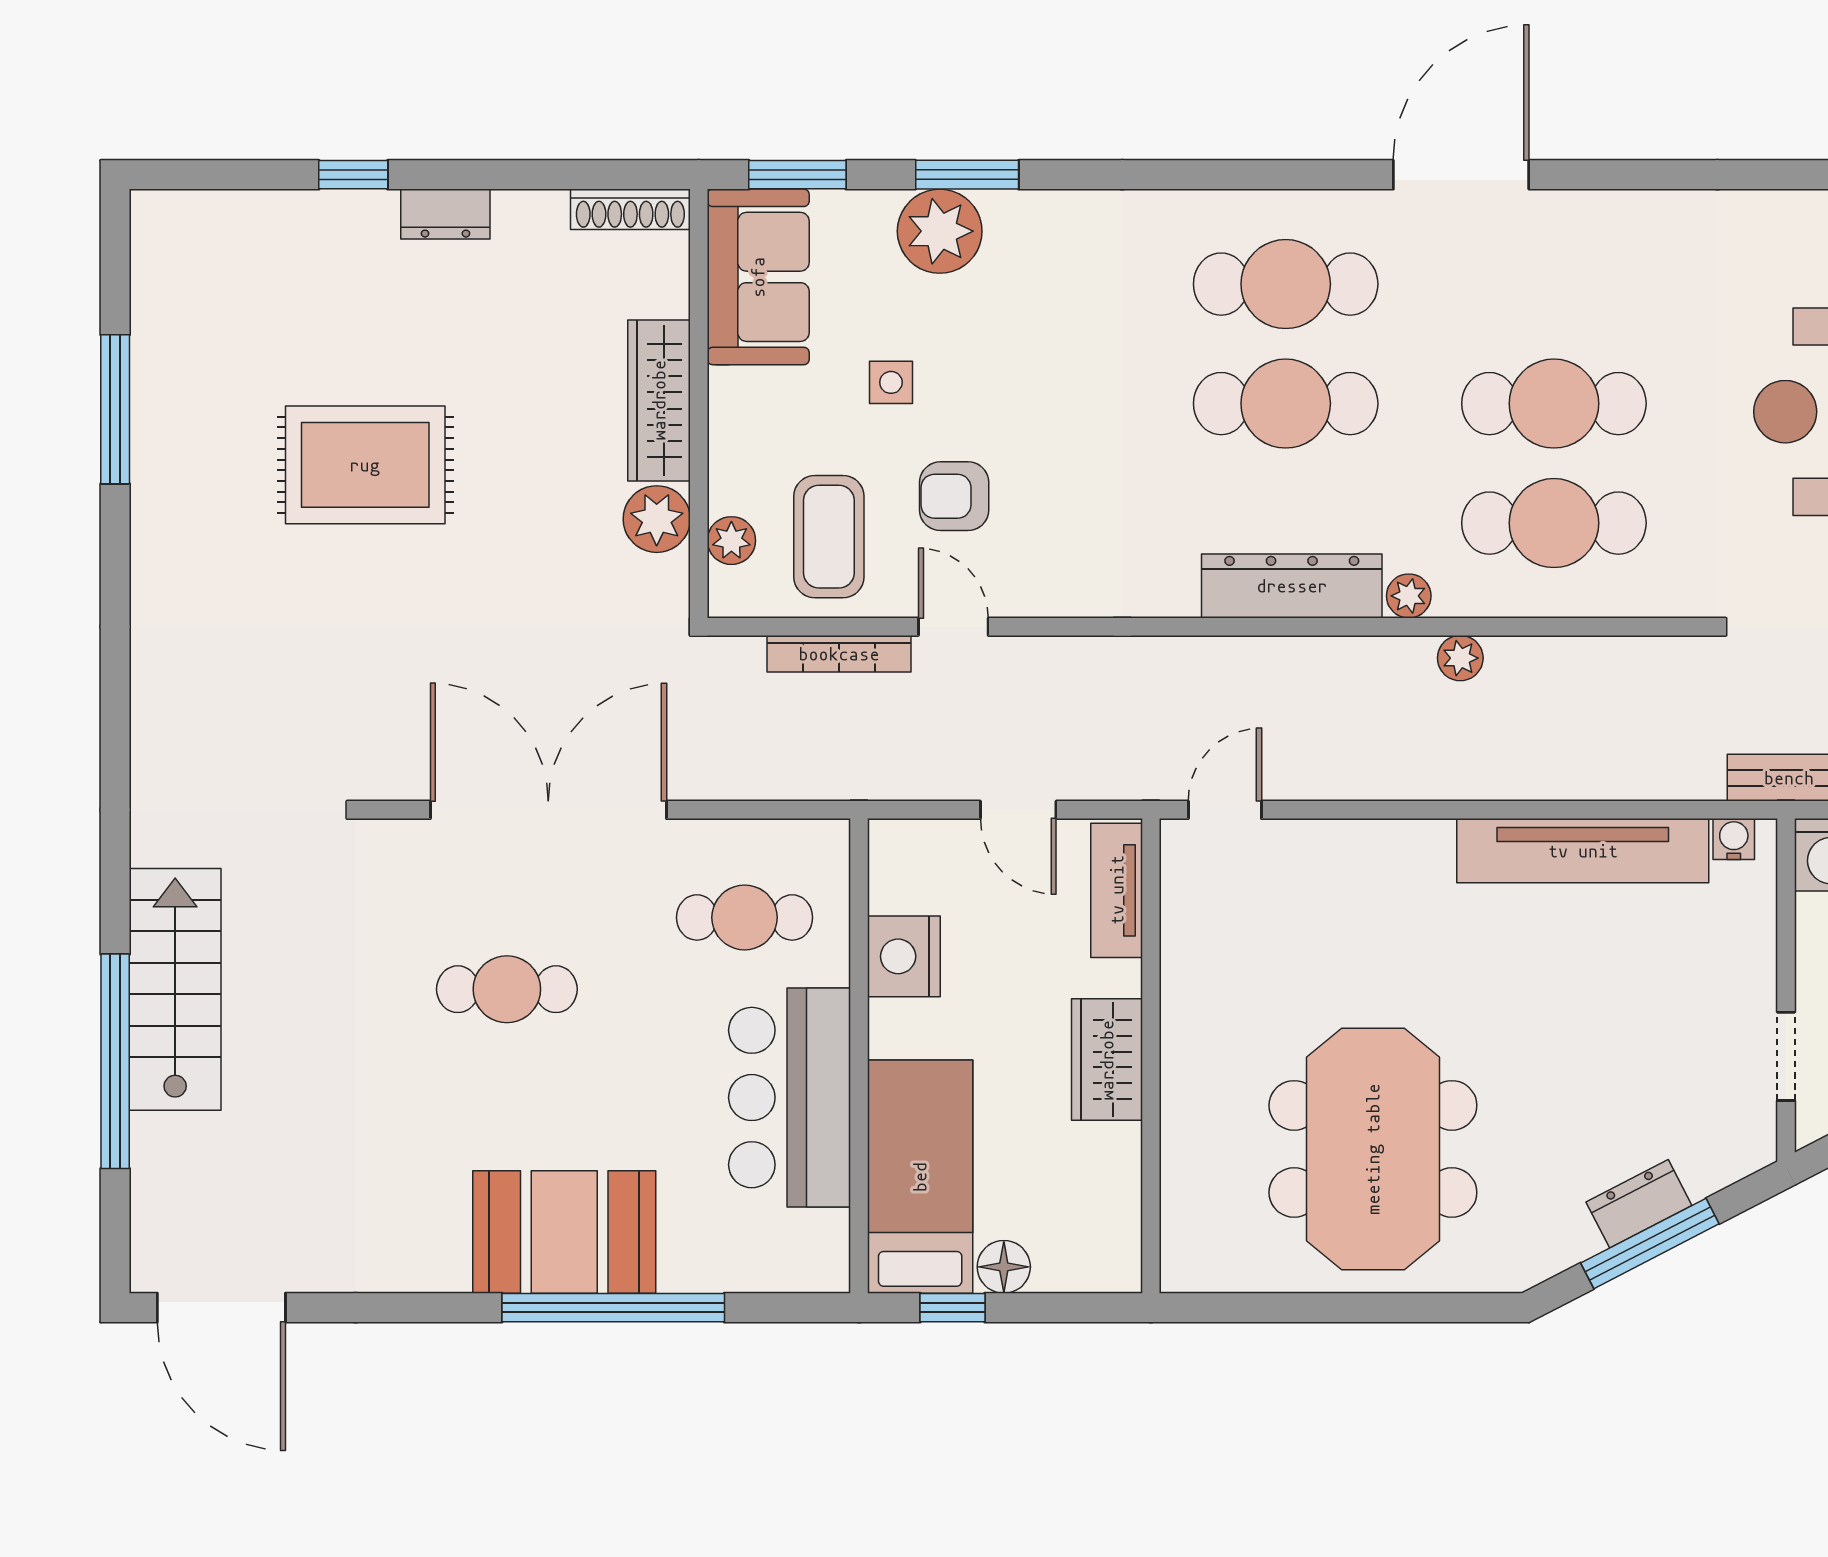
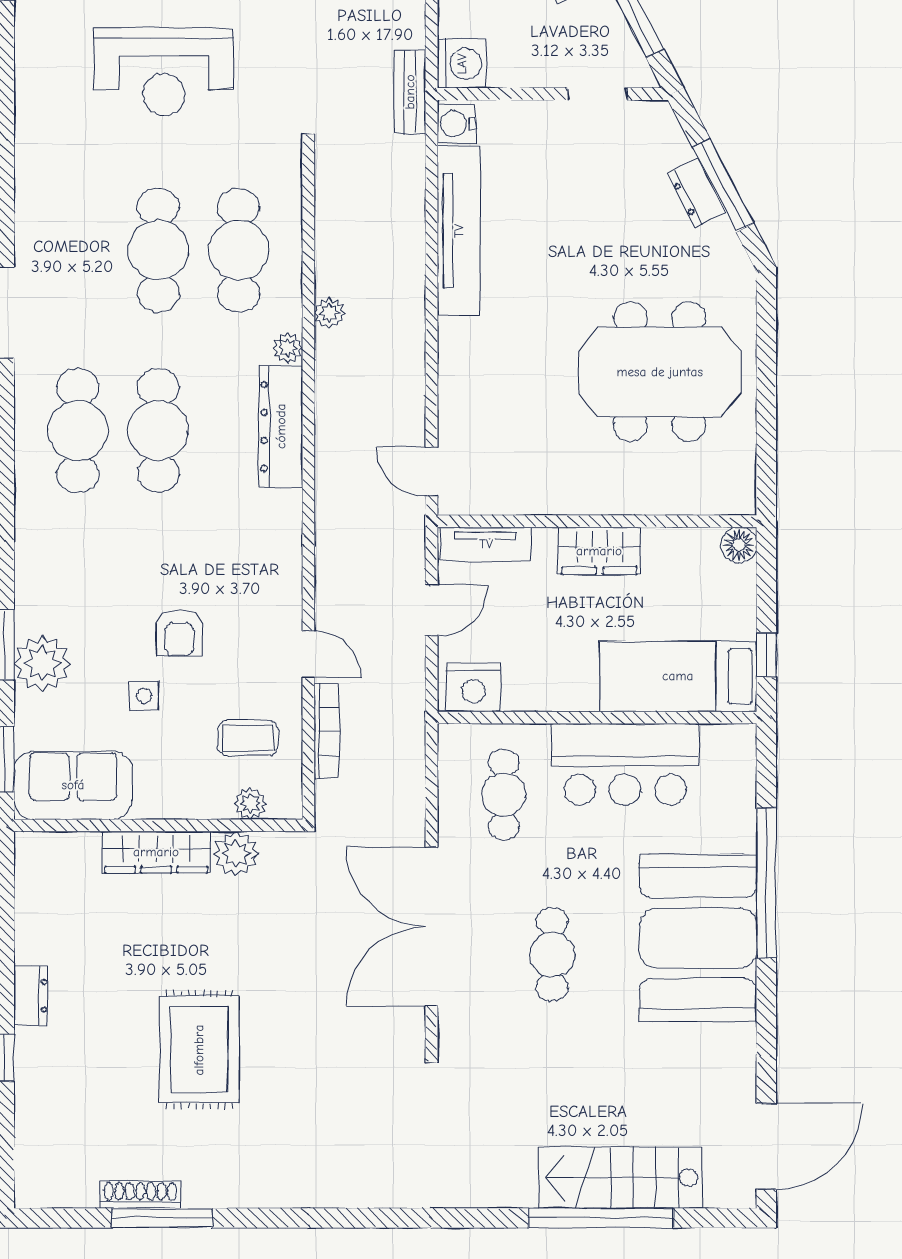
shoe rack: (630, 209) -> (140, 1195), moved, turned -90
armchair: (954, 496) -> (179, 633), moved
coffee table: (829, 537) -> (248, 738), width x0.73, depth x0.77
door: (953, 627) -> (308, 654), swing flipped
water cooler: (1734, 839) -> (456, 124), width x1.38, depth x1.38
nightstand: (904, 956) -> (473, 687), moved
stairs: (175, 989) -> (620, 1178), moved
booth: (564, 1232) -> (698, 938), width x1.36, depth x1.42
floor lamp: (1004, 1267) -> (739, 545), moved

